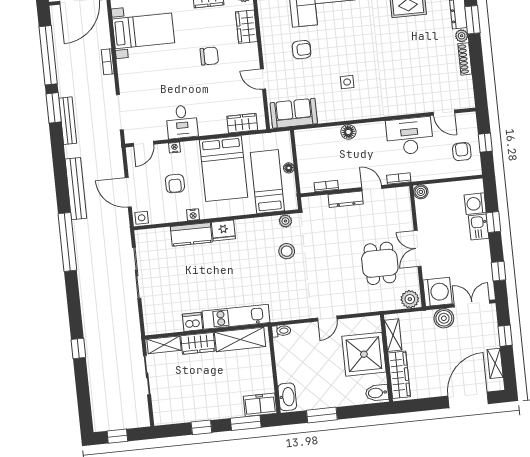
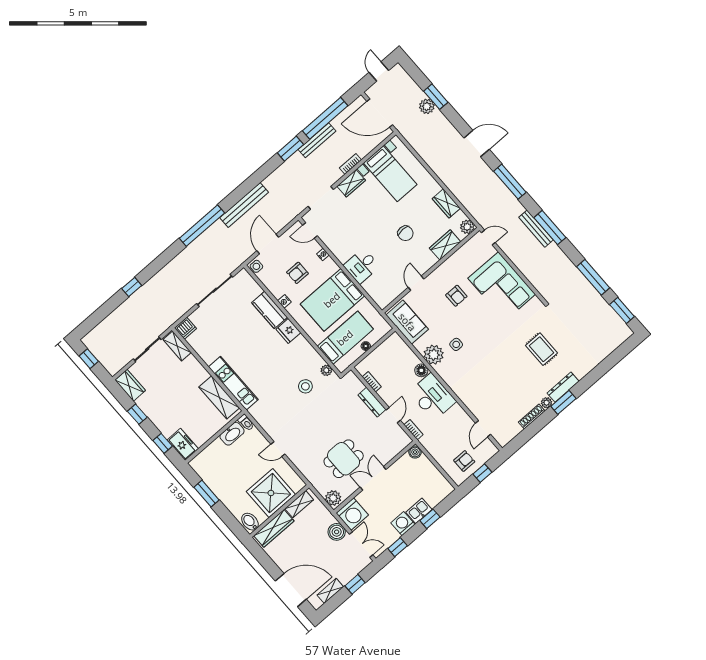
plant: (342, 110) -> (434, 355), added
bench: (68, 121) -> (317, 140), moved
desk: (182, 122) -> (362, 266), moved
wardrobe: (242, 123) -> (351, 183), moved, turned 90
desk: (410, 136) -> (432, 397), moved
washing machine: (475, 204) -> (403, 524), moved
dishwasher: (193, 322) -> (185, 328), moved, turned 90
wardrobe: (198, 343) -> (130, 385), moved, turned 180
washbasin: (287, 397) -> (232, 434), moved
window: (246, 423) -> (163, 443), width x0.67

